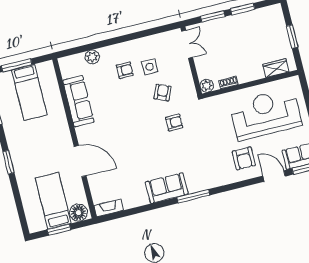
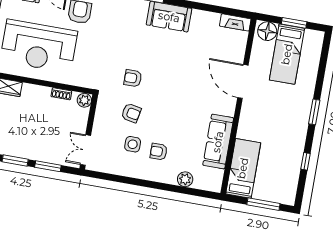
bed: (29, 92) -> (243, 168), moved
armchair: (162, 93) -> (131, 113), turned -102

